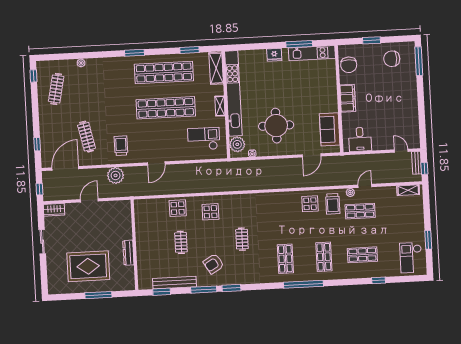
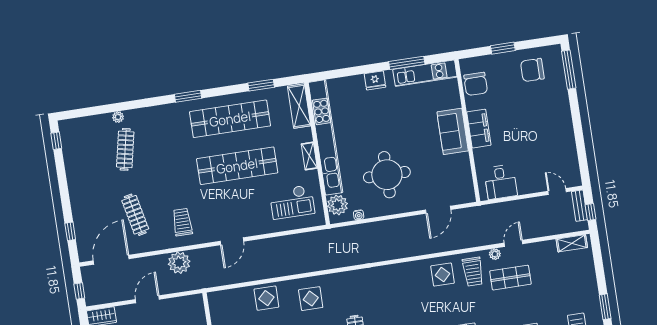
clothes rail: (56, 89) -> (125, 149), moved
sofa: (330, 129) -> (453, 131), moved
checkout: (204, 139) -> (292, 202), turned 180

